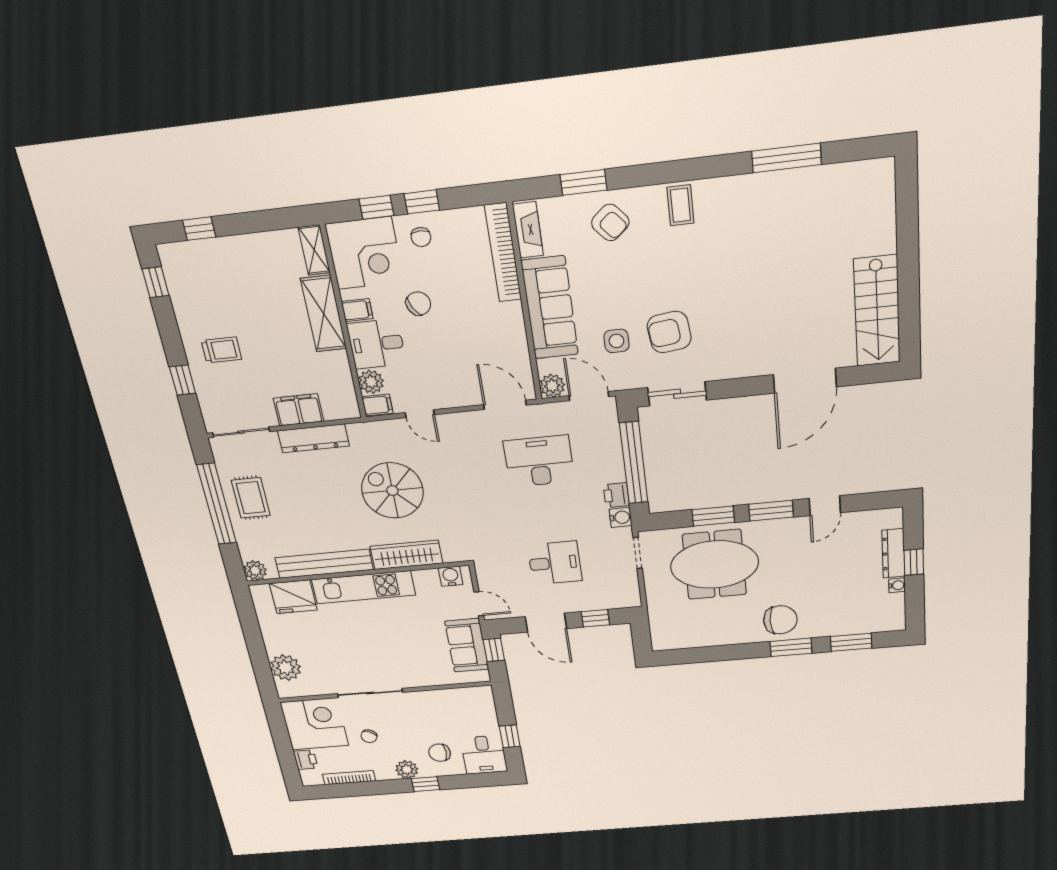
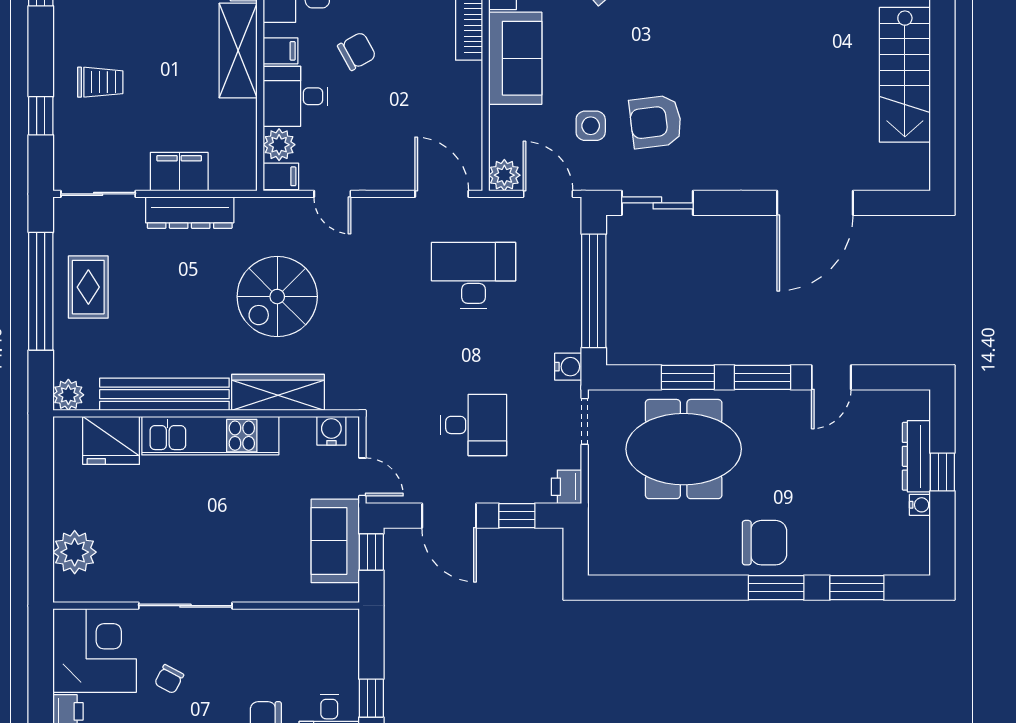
sofa: (550, 308) -> (515, 58), width x0.73
stairs: (877, 311) -> (905, 75), moved
spiral stairs: (392, 491) -> (277, 297), turned -90
printer: (616, 495) -> (566, 487), moved

